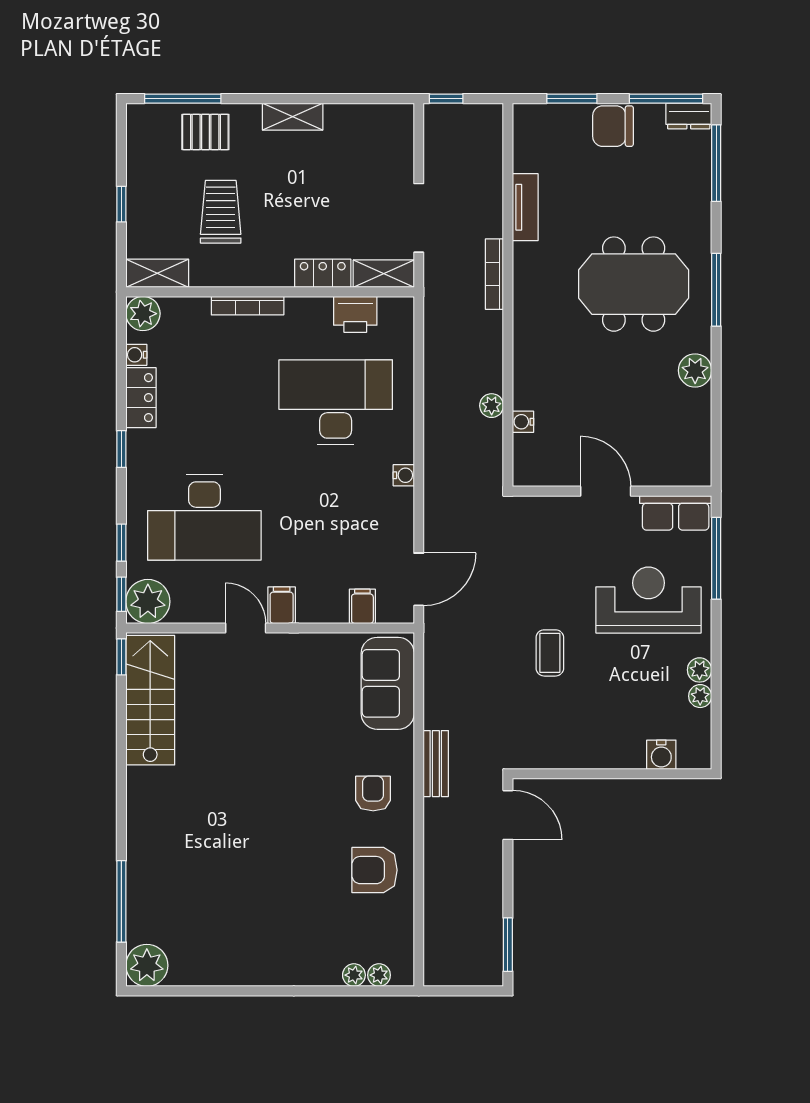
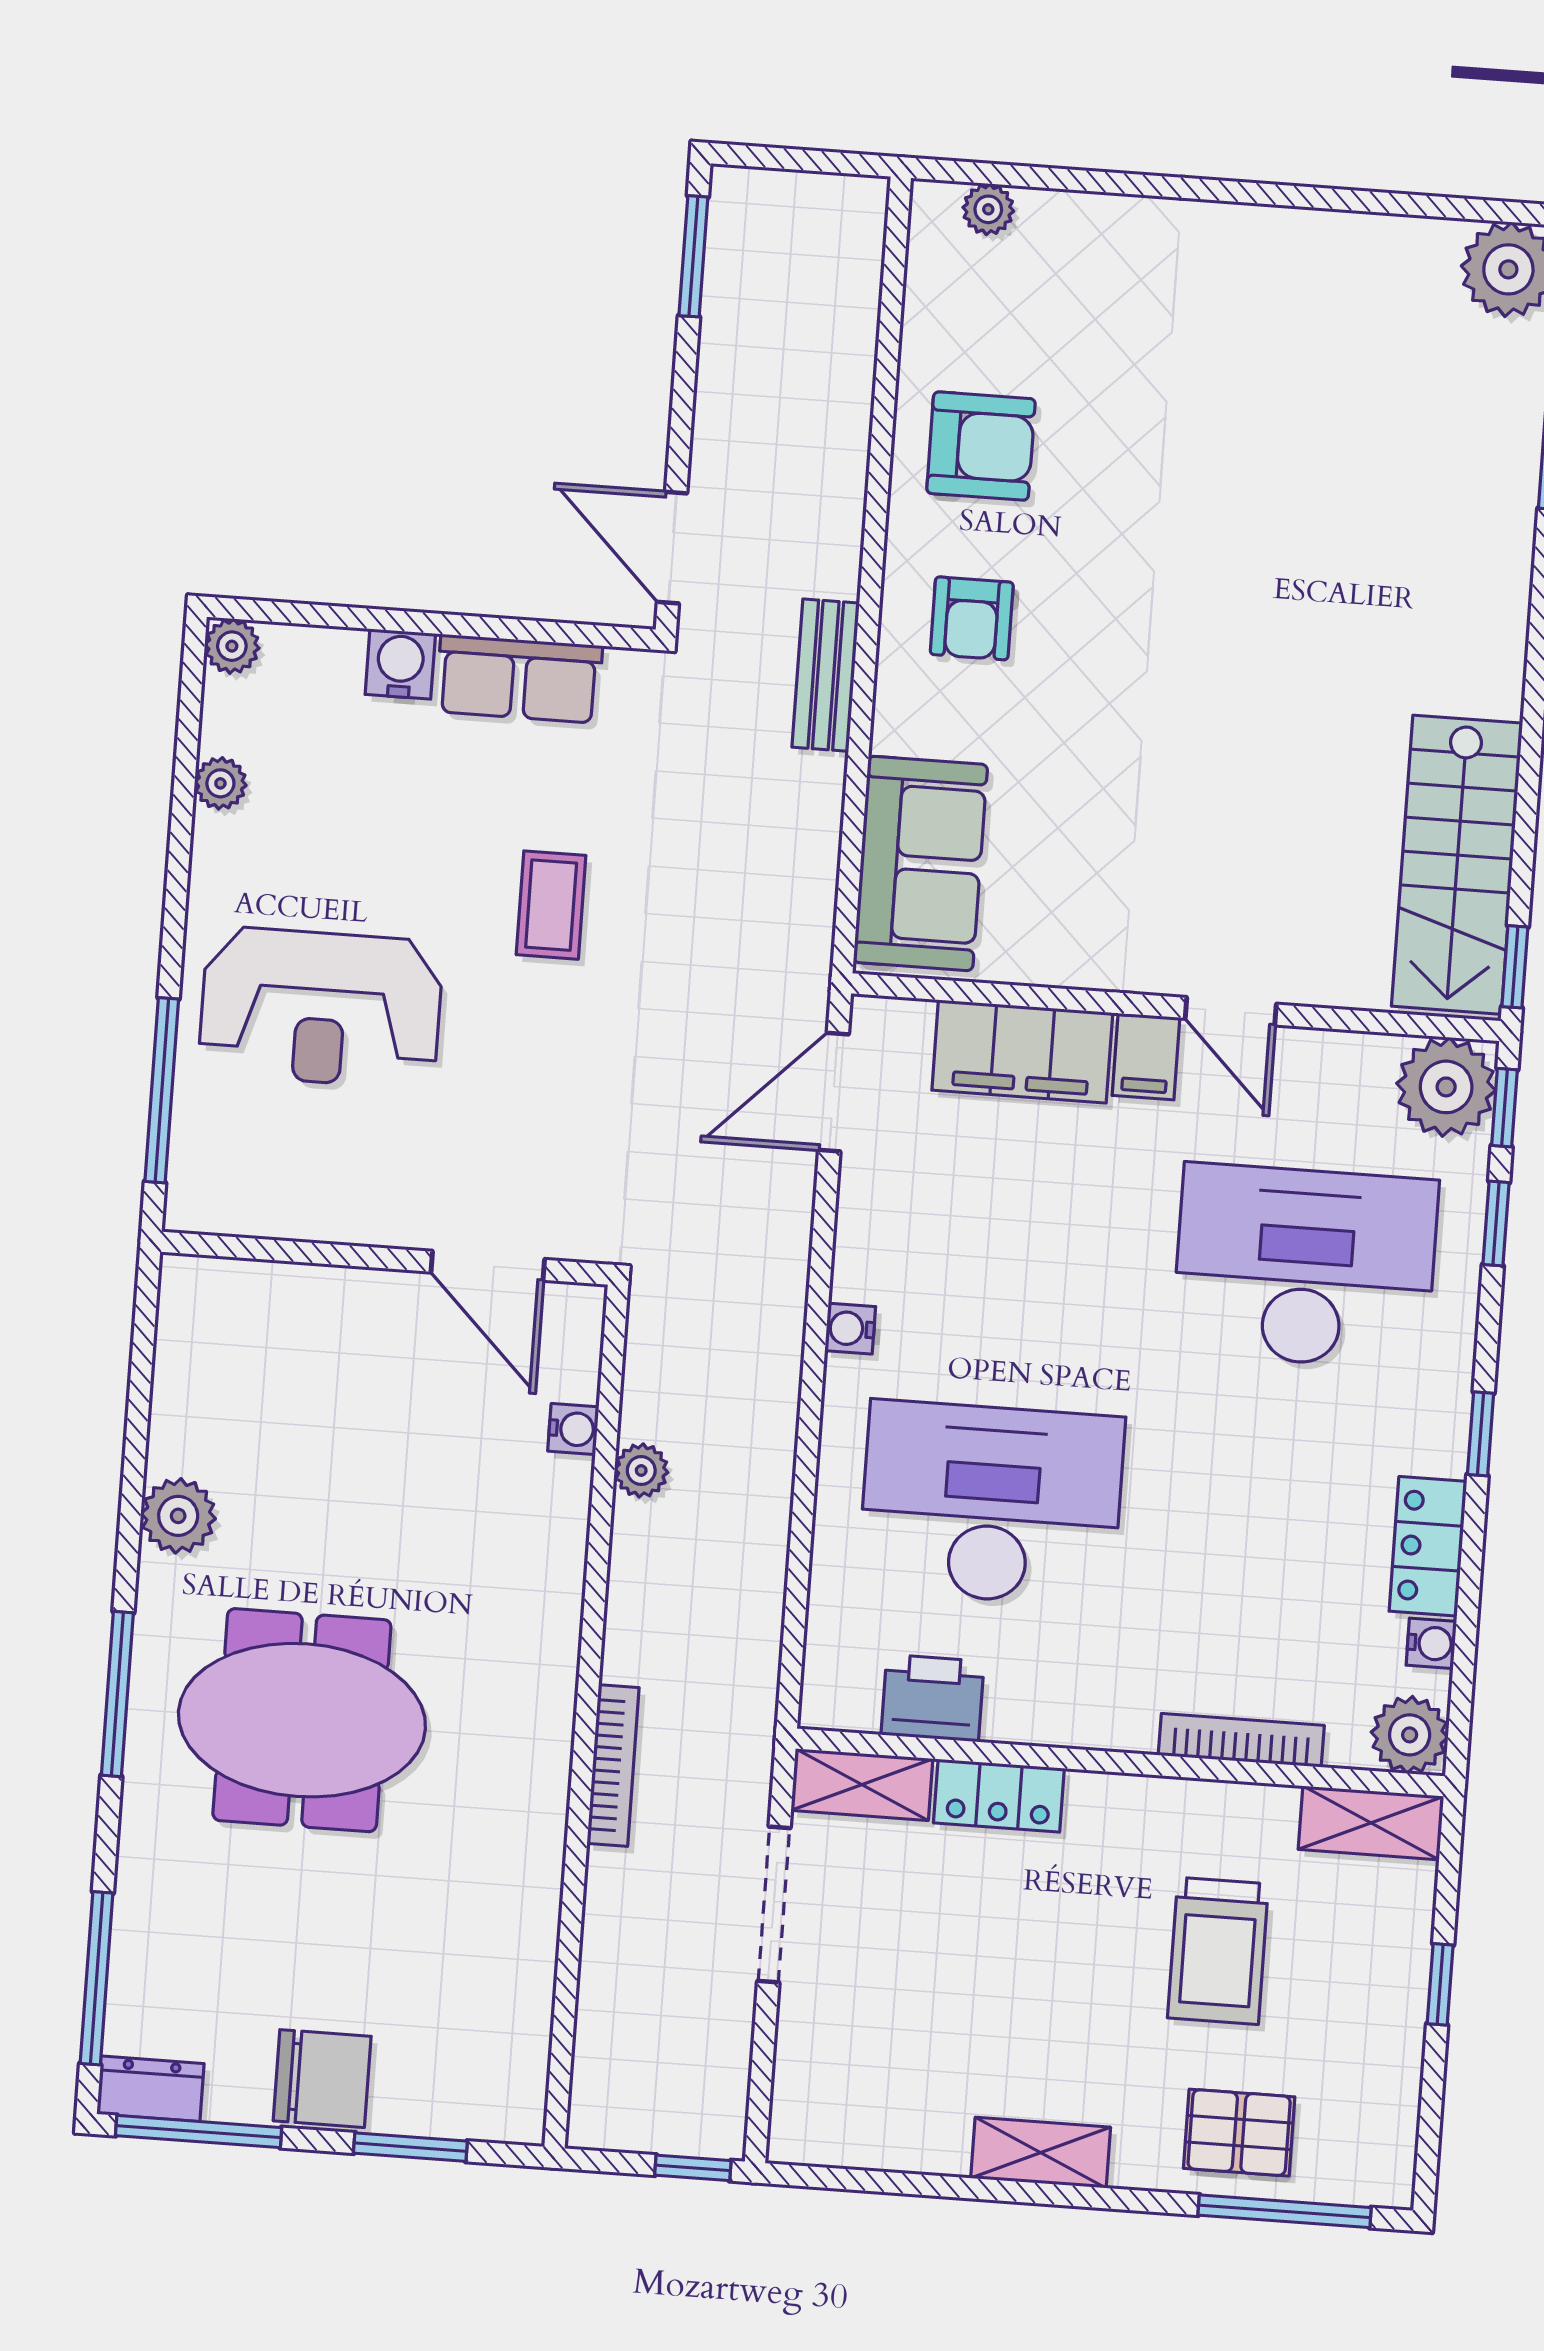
tv unit: (525, 207) -> (533, 1911), removed
bookcase: (248, 306) -> (1241, 1740), moved
desk: (336, 402) -> (991, 1503), turned 180
door: (606, 491) -> (488, 1266), moved
row of seats: (676, 513) -> (519, 679), moved, turned 180
filing cabinet: (362, 606) -> (1022, 1051), width x3.00, depth x1.17
plant: (700, 670) -> (232, 646), moved
water cooler: (661, 755) -> (400, 664), moved
plant: (354, 975) -> (1045, 213), removed

